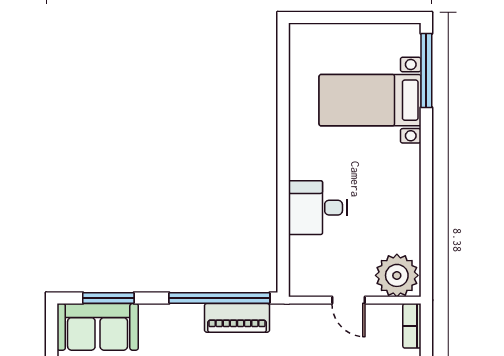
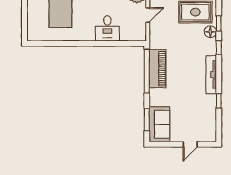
piano: (237, 318) -> (158, 69), width x1.37, depth x1.33

